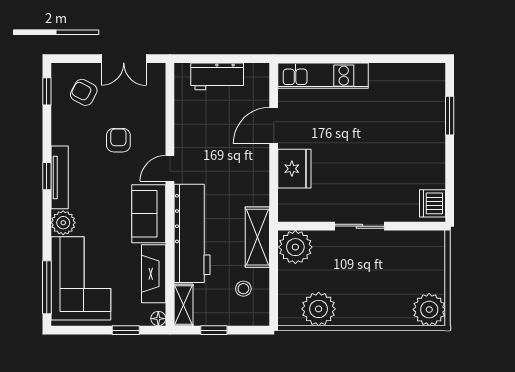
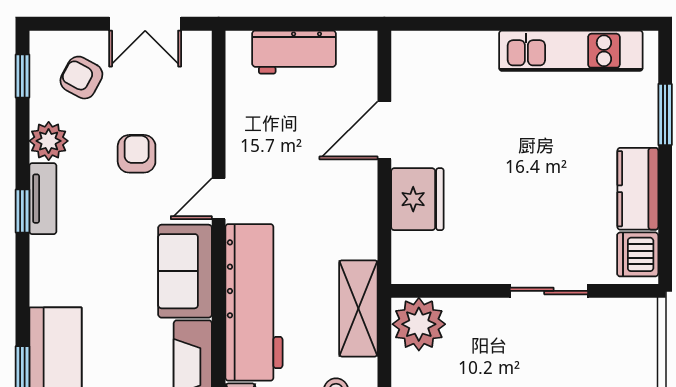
kitchen unit: (323, 76) -> (571, 51), moved
kitchen counter: (433, 162) -> (638, 189), added
tv unit: (60, 177) -> (43, 199), width x0.71
plant: (63, 223) -> (49, 141), moved
sliding door: (359, 226) -> (549, 291), moved

